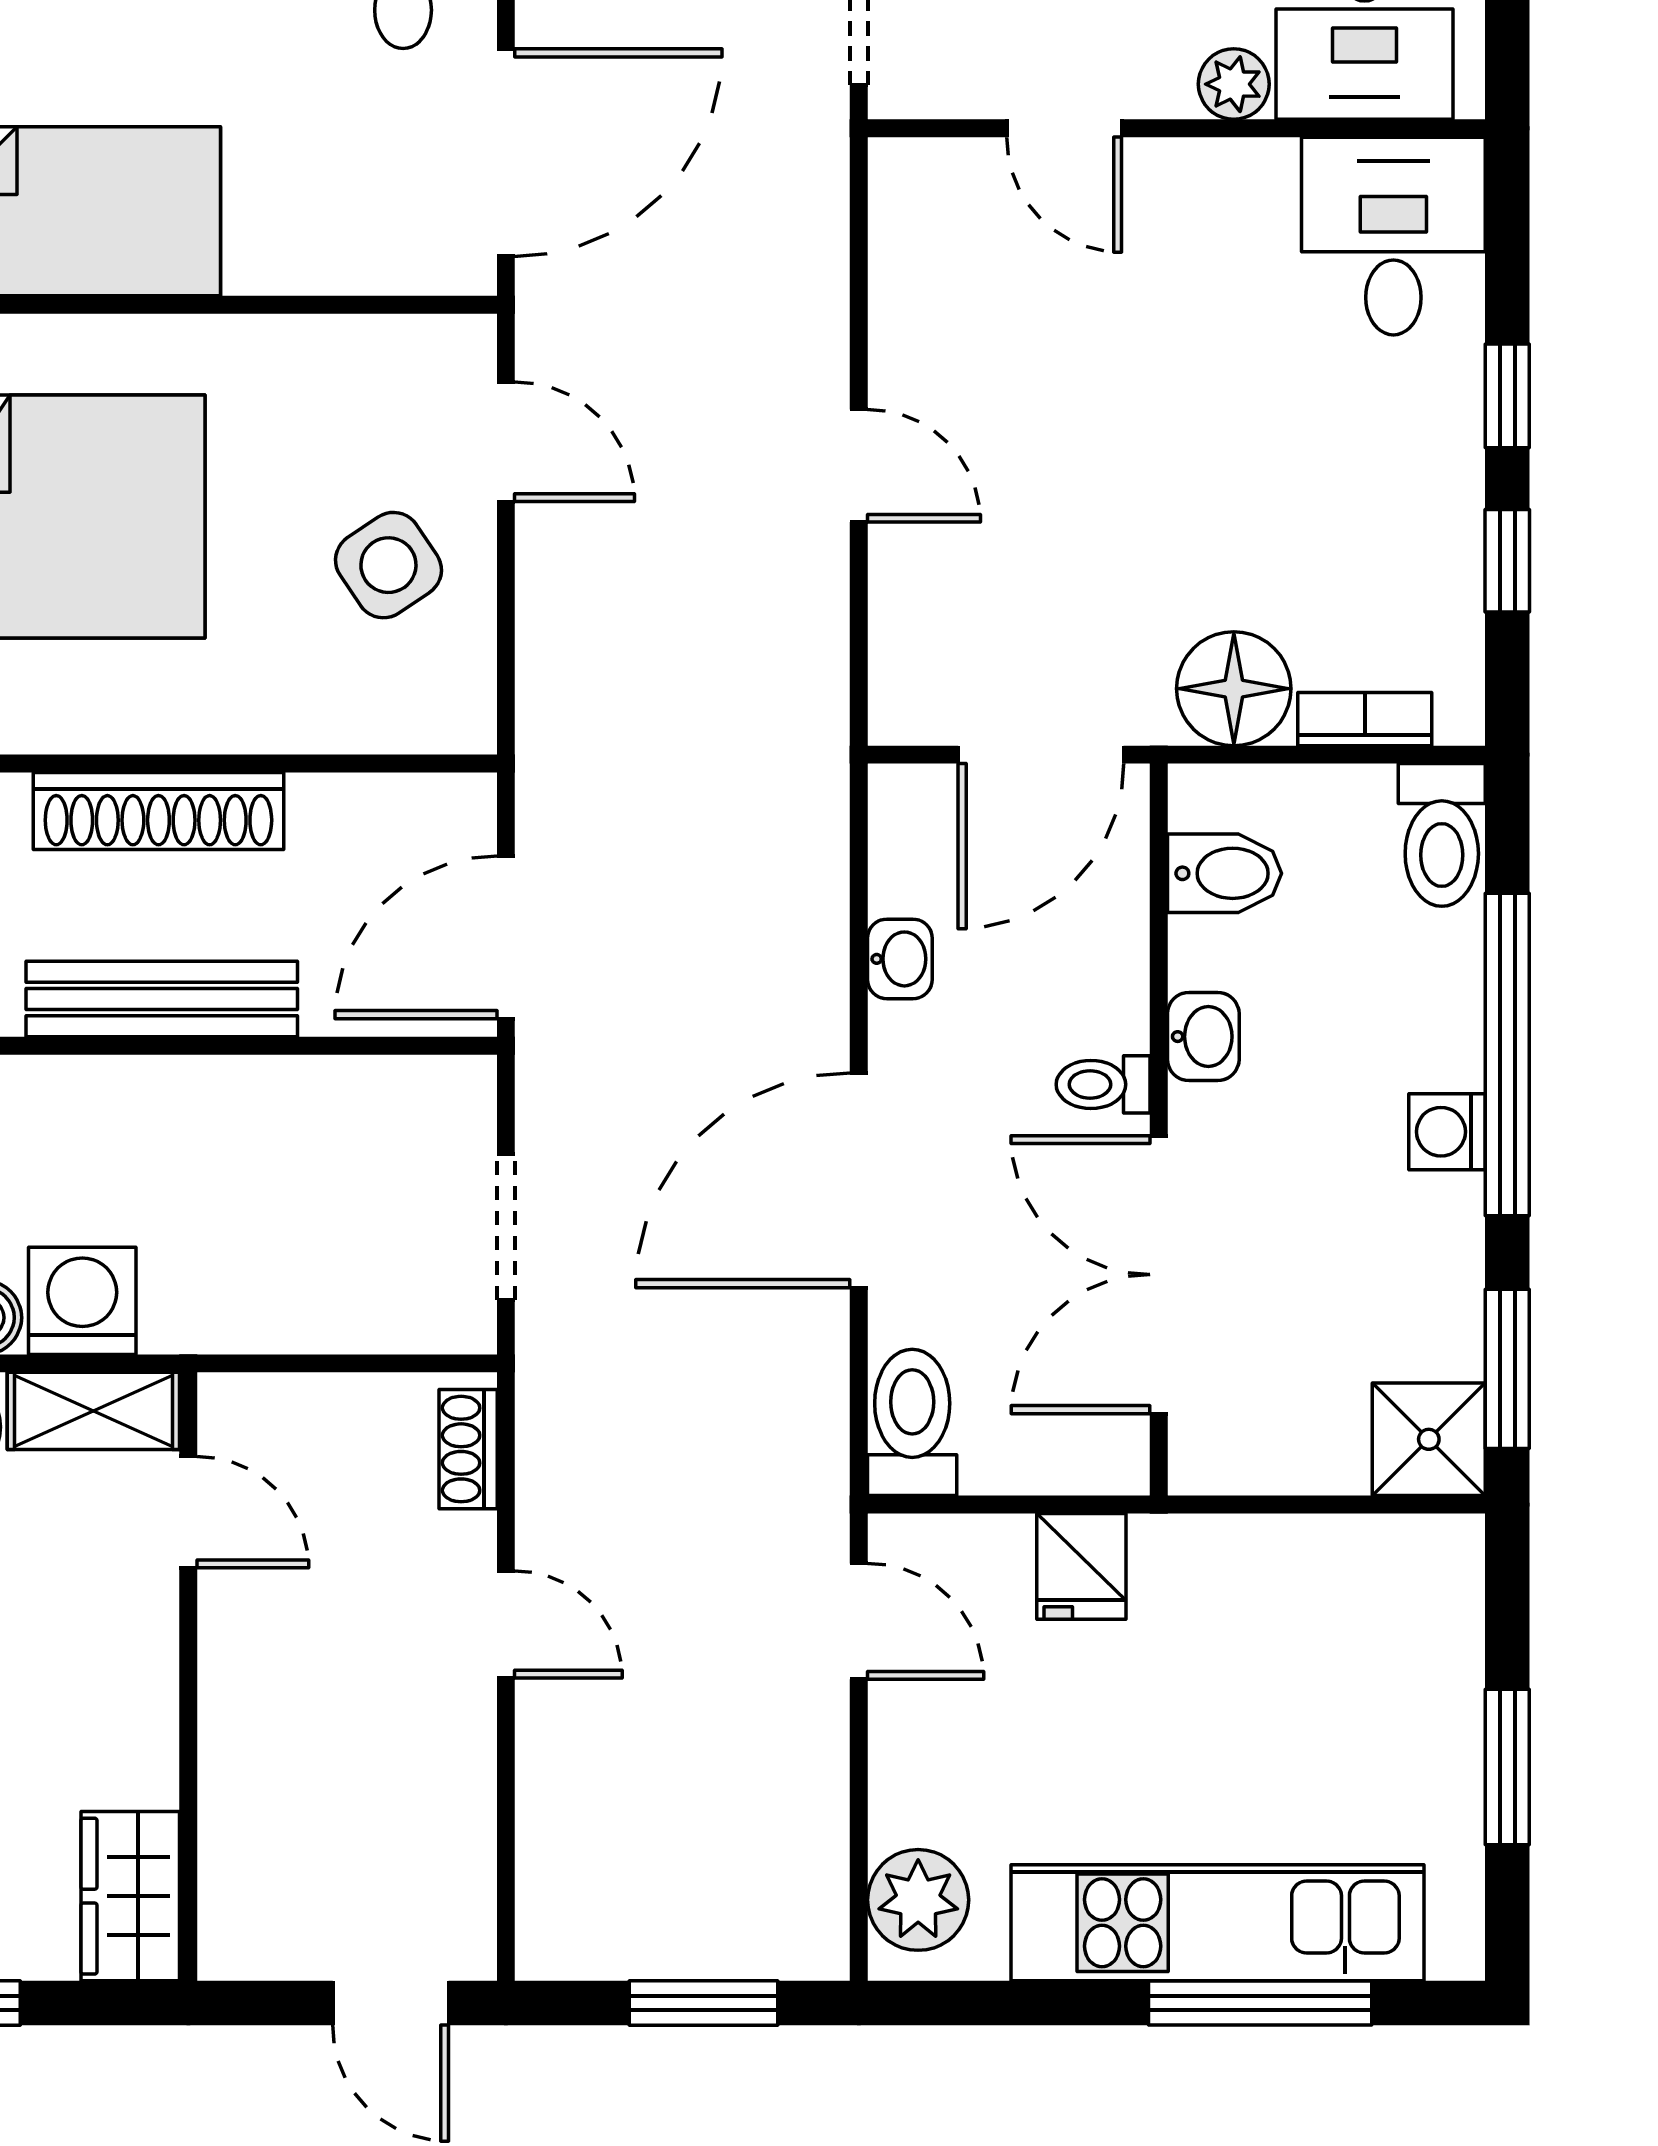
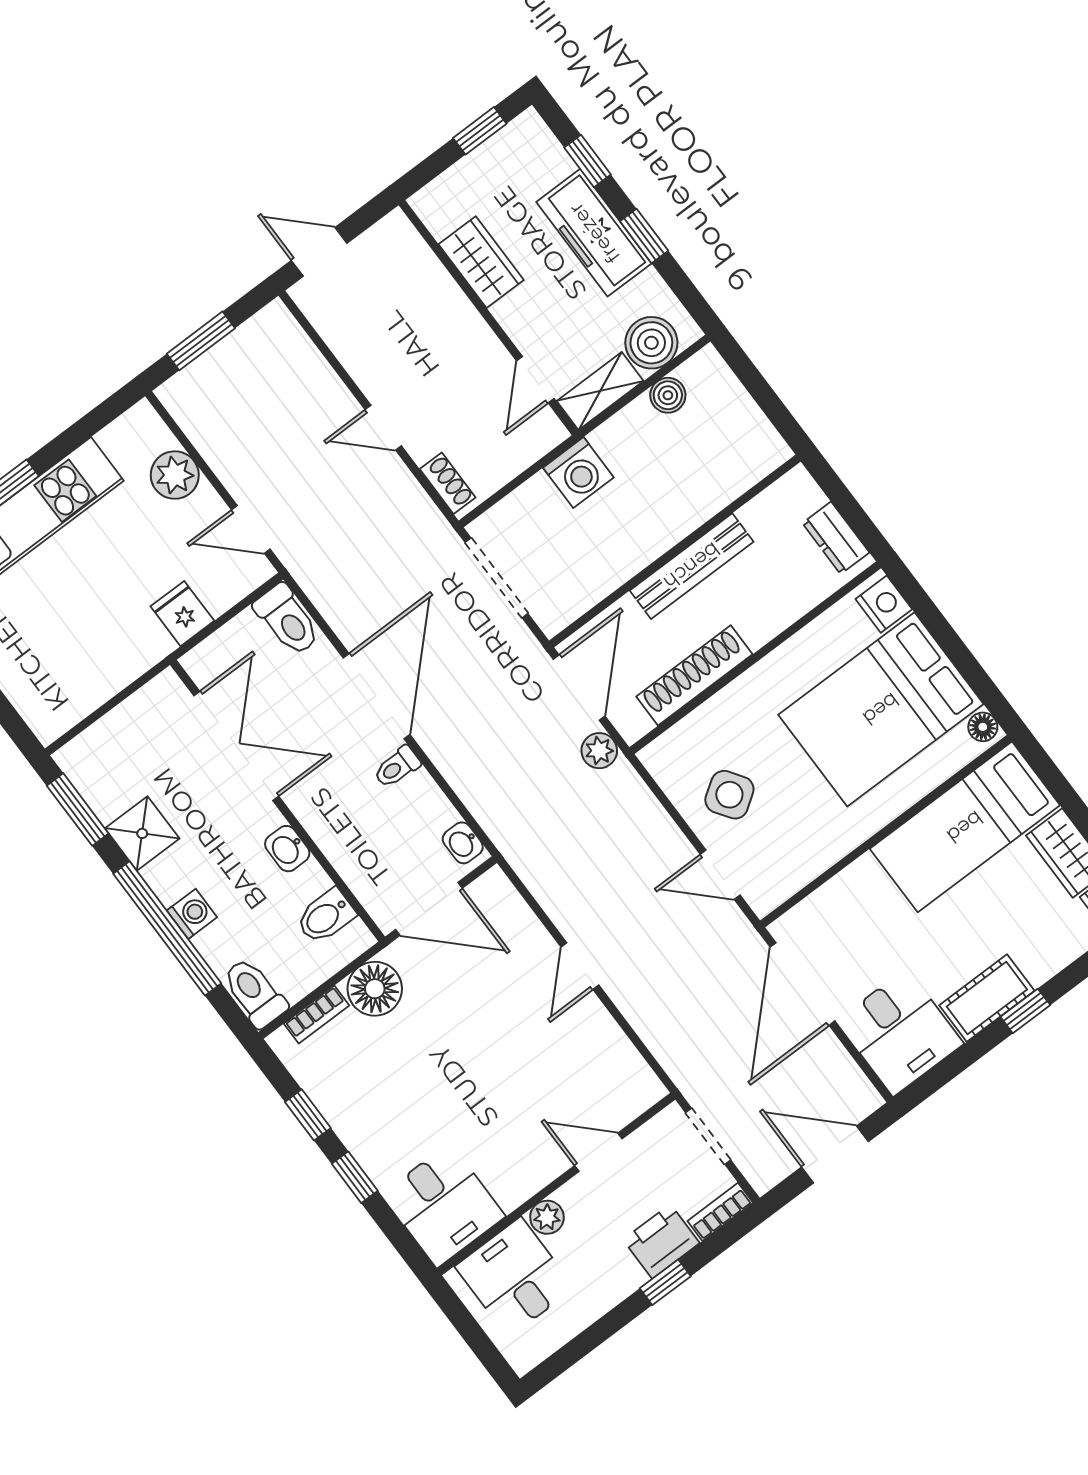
door: (859, 466) -> (580, 966), hinge flipped
door: (1041, 755) -> (429, 909), swing flipped
plant: (552, 805) -> (599, 751), added
shoe rack: (158, 811) -> (694, 675), moved
washbasin: (900, 959) -> (463, 843), moved
toilet: (1103, 1084) -> (397, 767), moved, turned 180
washing machine: (1447, 1132) -> (192, 914), moved
doorway: (506, 1227) -> (497, 578), width x1.38
washing machine: (82, 1301) -> (578, 473), moved
shower: (1429, 1439) -> (142, 833), moved
door: (188, 1512) -> (535, 380), hinge flipped
wardrobe: (130, 1896) -> (481, 262), moved
plant: (918, 1900) -> (175, 475), moved

